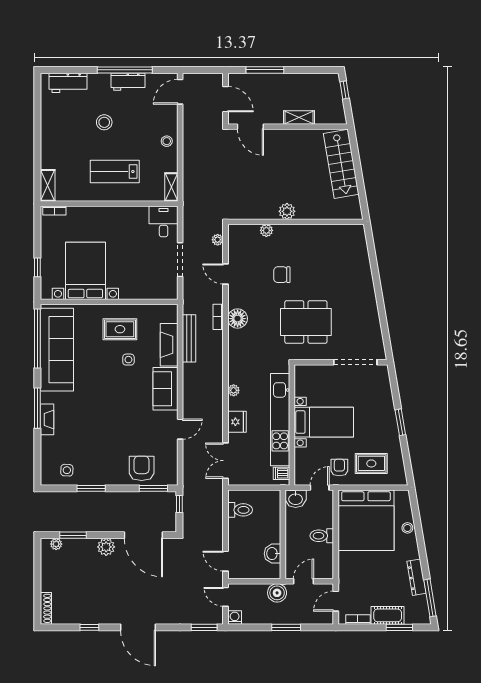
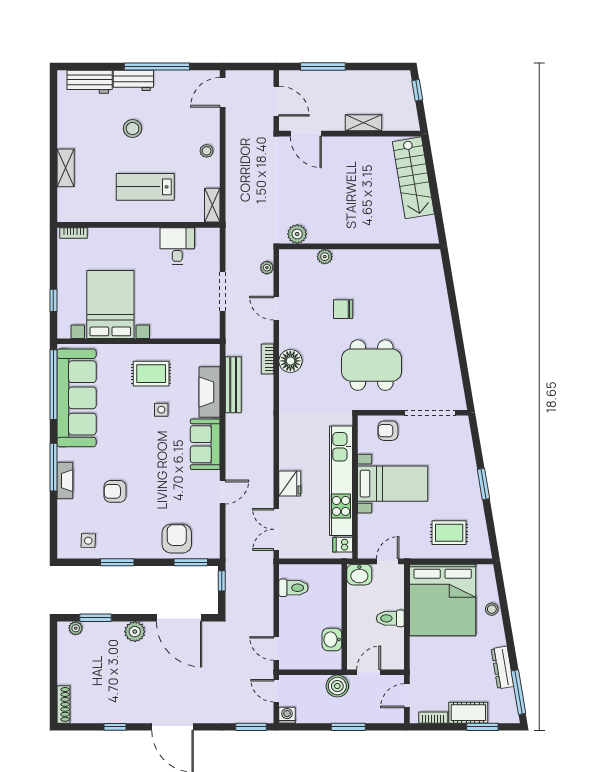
workbench: (128, 82) -> (133, 80), moved
shelving: (48, 185) -> (66, 168), moved
plant: (287, 211) -> (297, 234), moved
desk: (164, 221) -> (177, 246), moved
plant: (234, 390) -> (286, 446), removed
armchair: (89, 429) -> (115, 491), added
armchair: (339, 468) -> (388, 431), moved, turned -90

